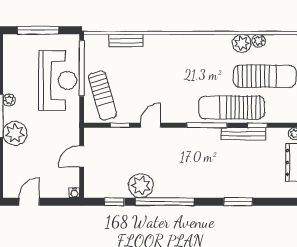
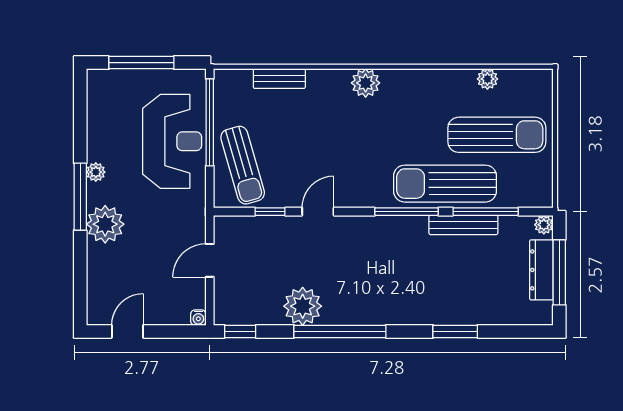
plant: (242, 43) -> (366, 83), moved
window: (257, 125) -> (486, 212), width x2.17
window: (114, 202) -> (240, 331), moved

